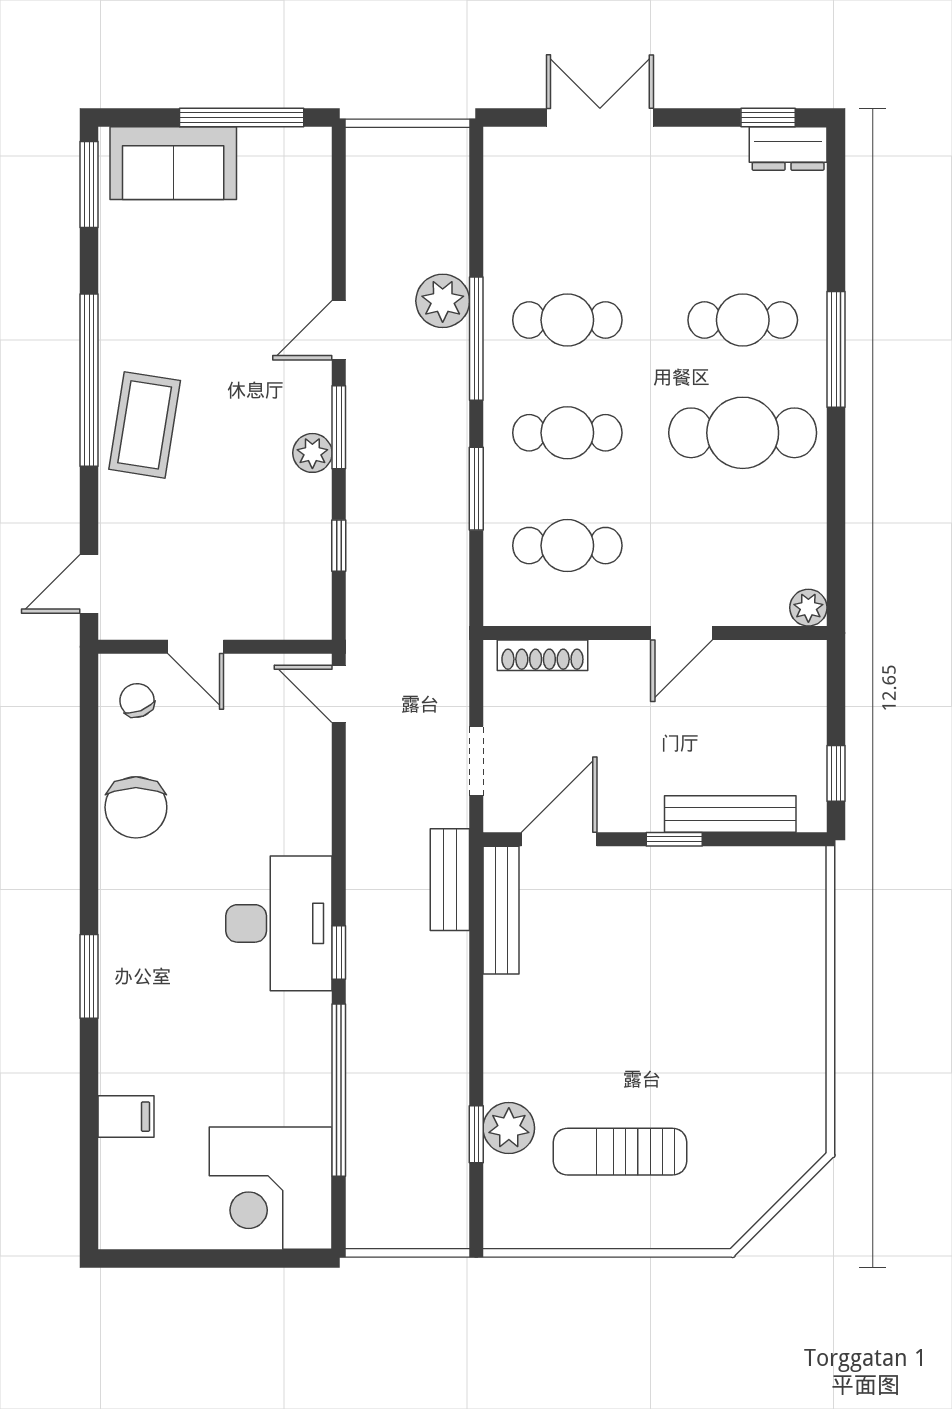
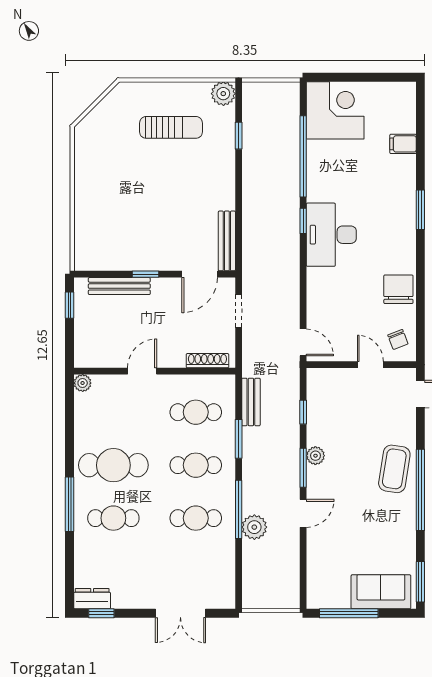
bench: (450, 880) -> (251, 402), moved
plant: (509, 1128) -> (223, 94), moved

